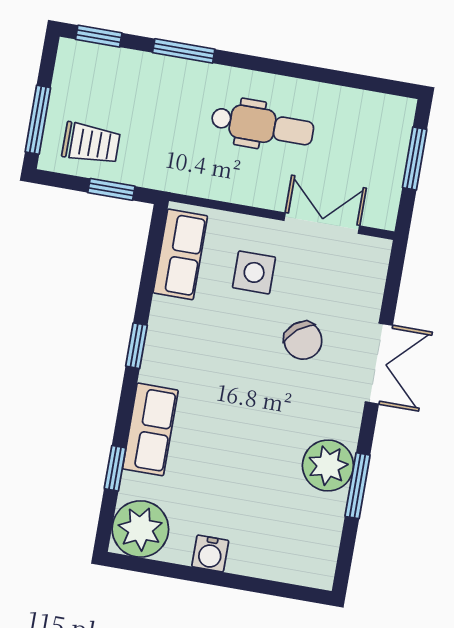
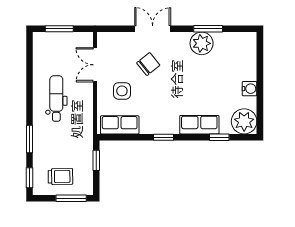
trolley: (91, 143) -> (60, 177), moved, turned 89

